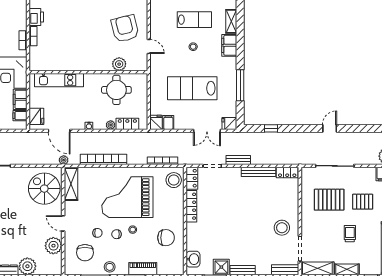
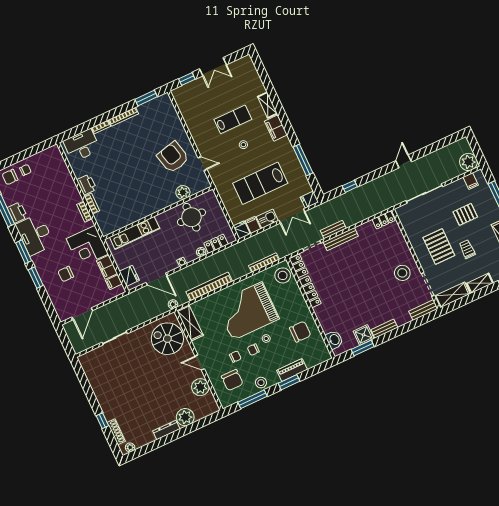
kitchen sink: (184, 123) -> (267, 219), added
bench: (259, 172) -> (341, 239), moved
pallet: (329, 200) -> (439, 247), moved, turned 90

